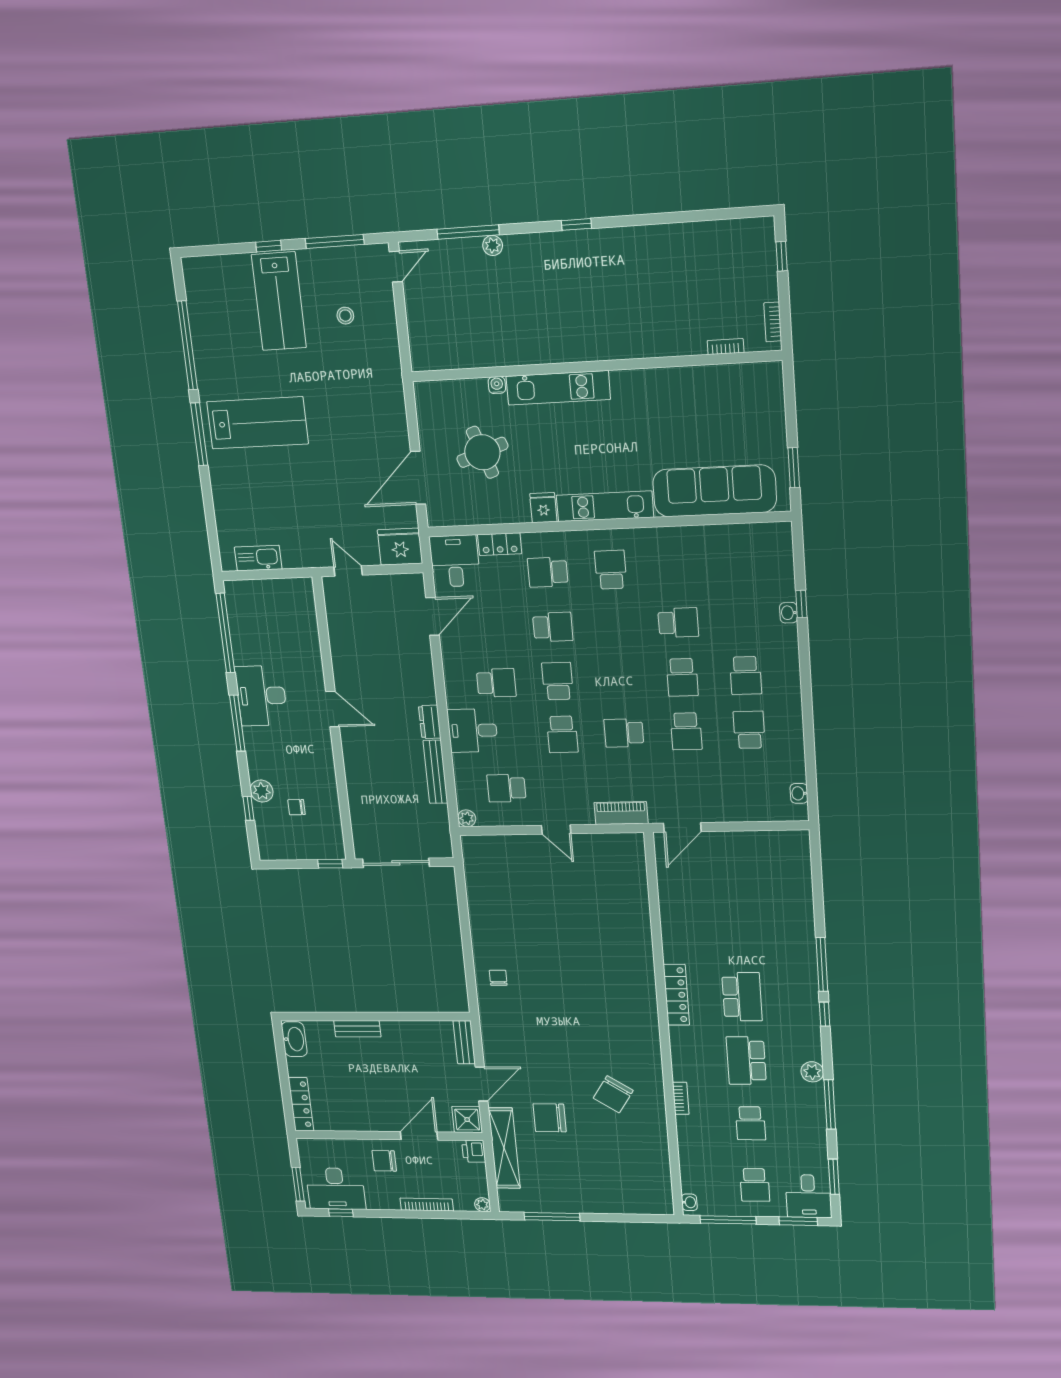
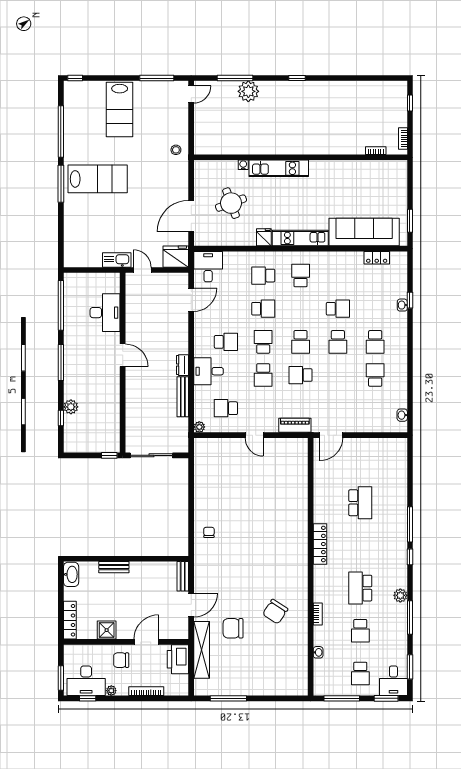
plant: (493, 245) -> (248, 91), width x1.87, depth x1.87
window: (269, 246) -> (75, 78), moved
stool: (345, 316) -> (176, 150), moved
locker: (500, 544) -> (377, 258), moved
kitchen sink: (258, 558) -> (117, 260), moved
desk: (261, 696) -> (105, 313), moved, turned 180
school desk: (686, 731) -> (301, 342), moved
chair: (297, 807) -> (92, 418), removed
school desk: (742, 997) -> (360, 503), moved
shower: (467, 1120) -> (107, 630), moved
printer: (474, 1151) -> (178, 659), width x1.87, depth x1.48
washbasin: (689, 1202) -> (318, 652), moved
plant: (482, 1205) -> (111, 691), moved

